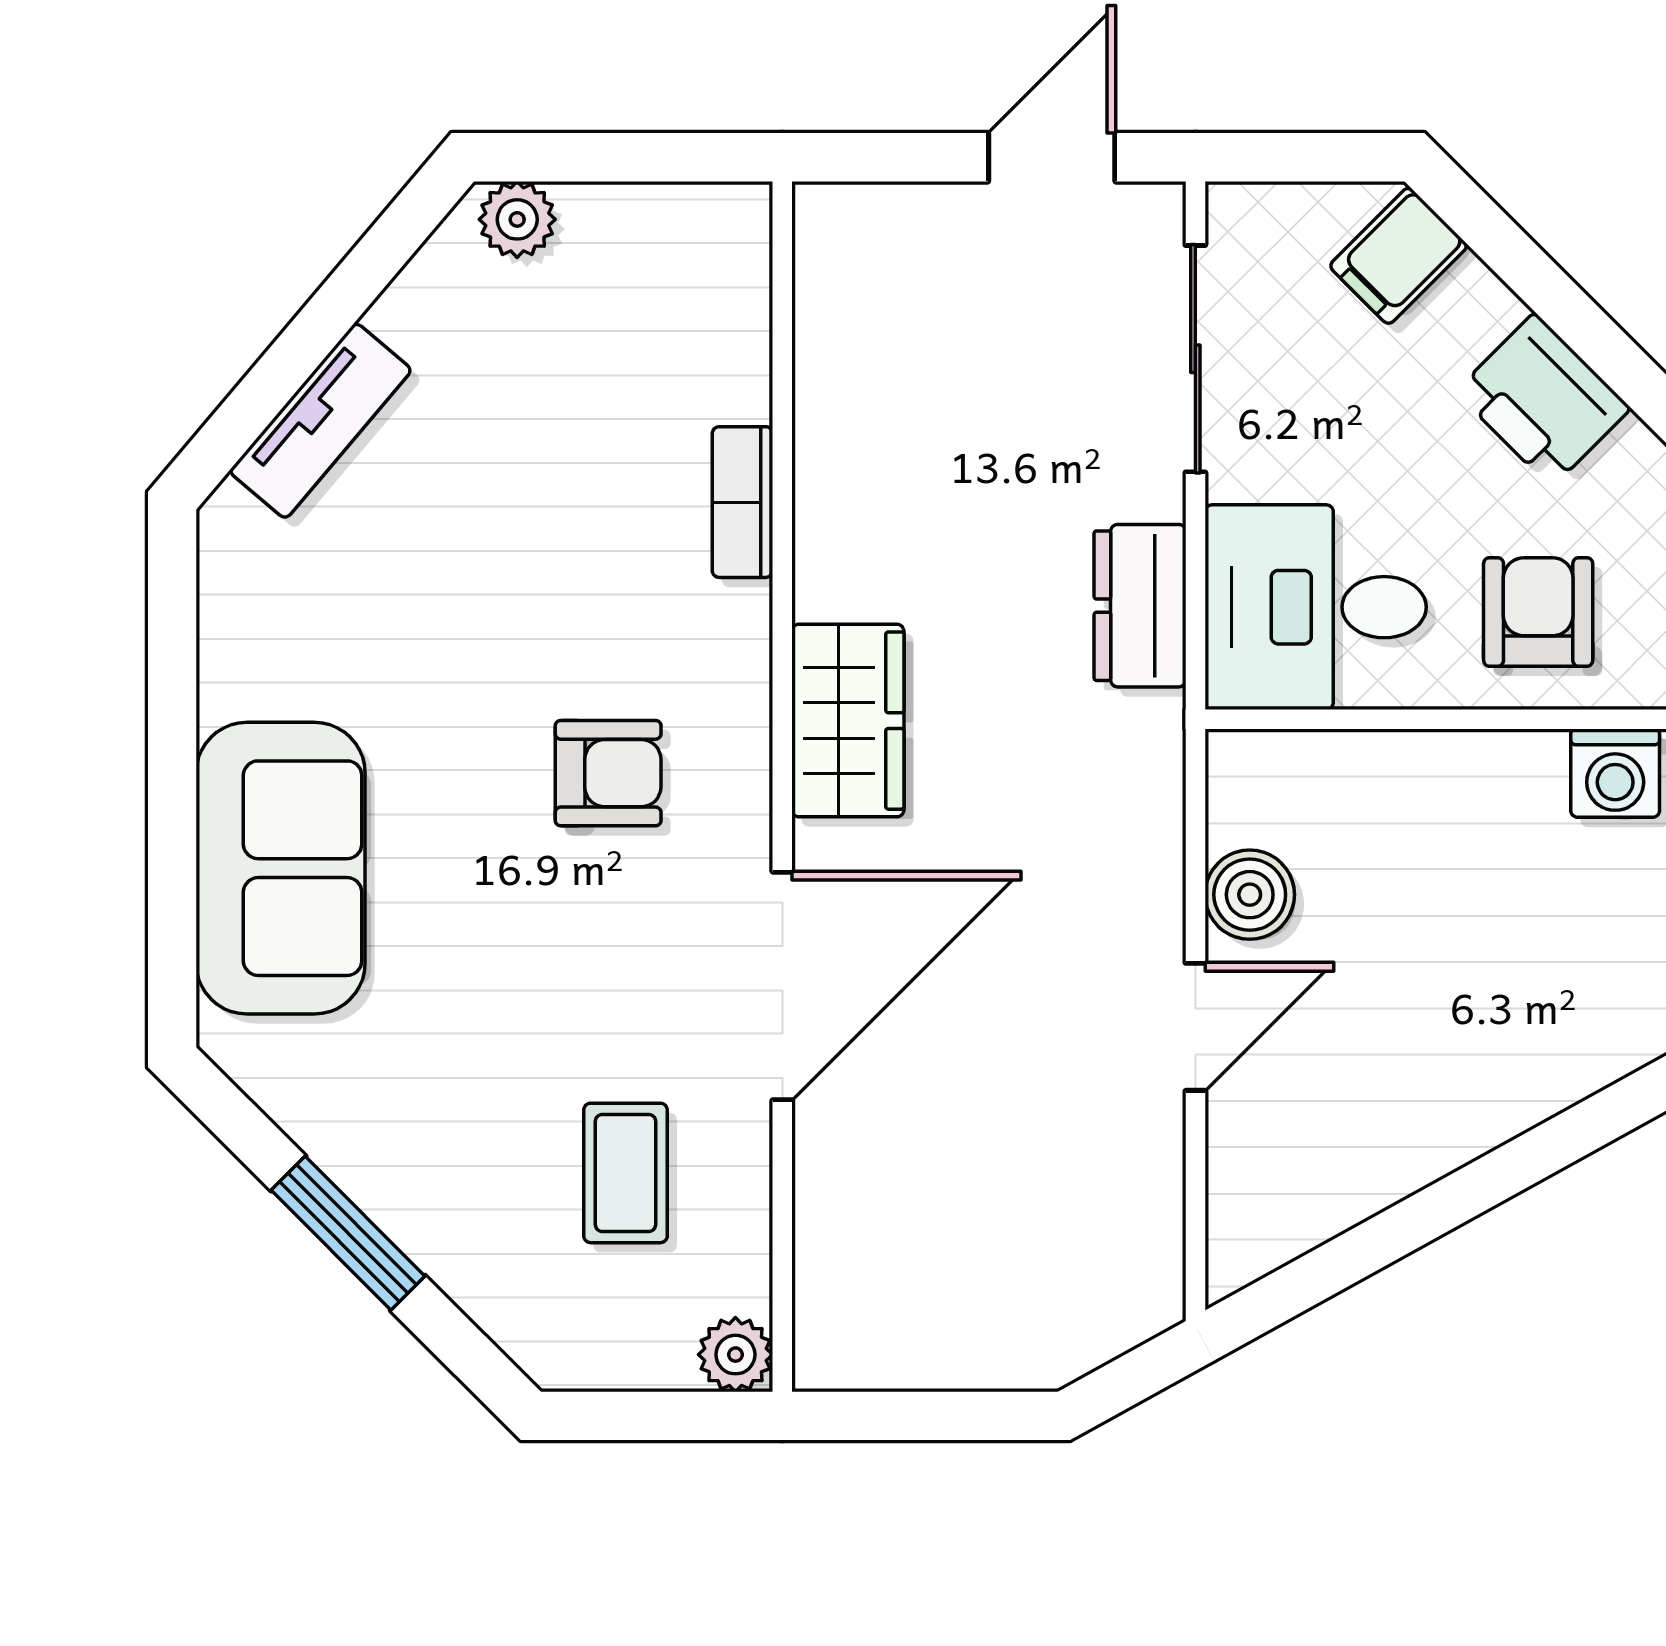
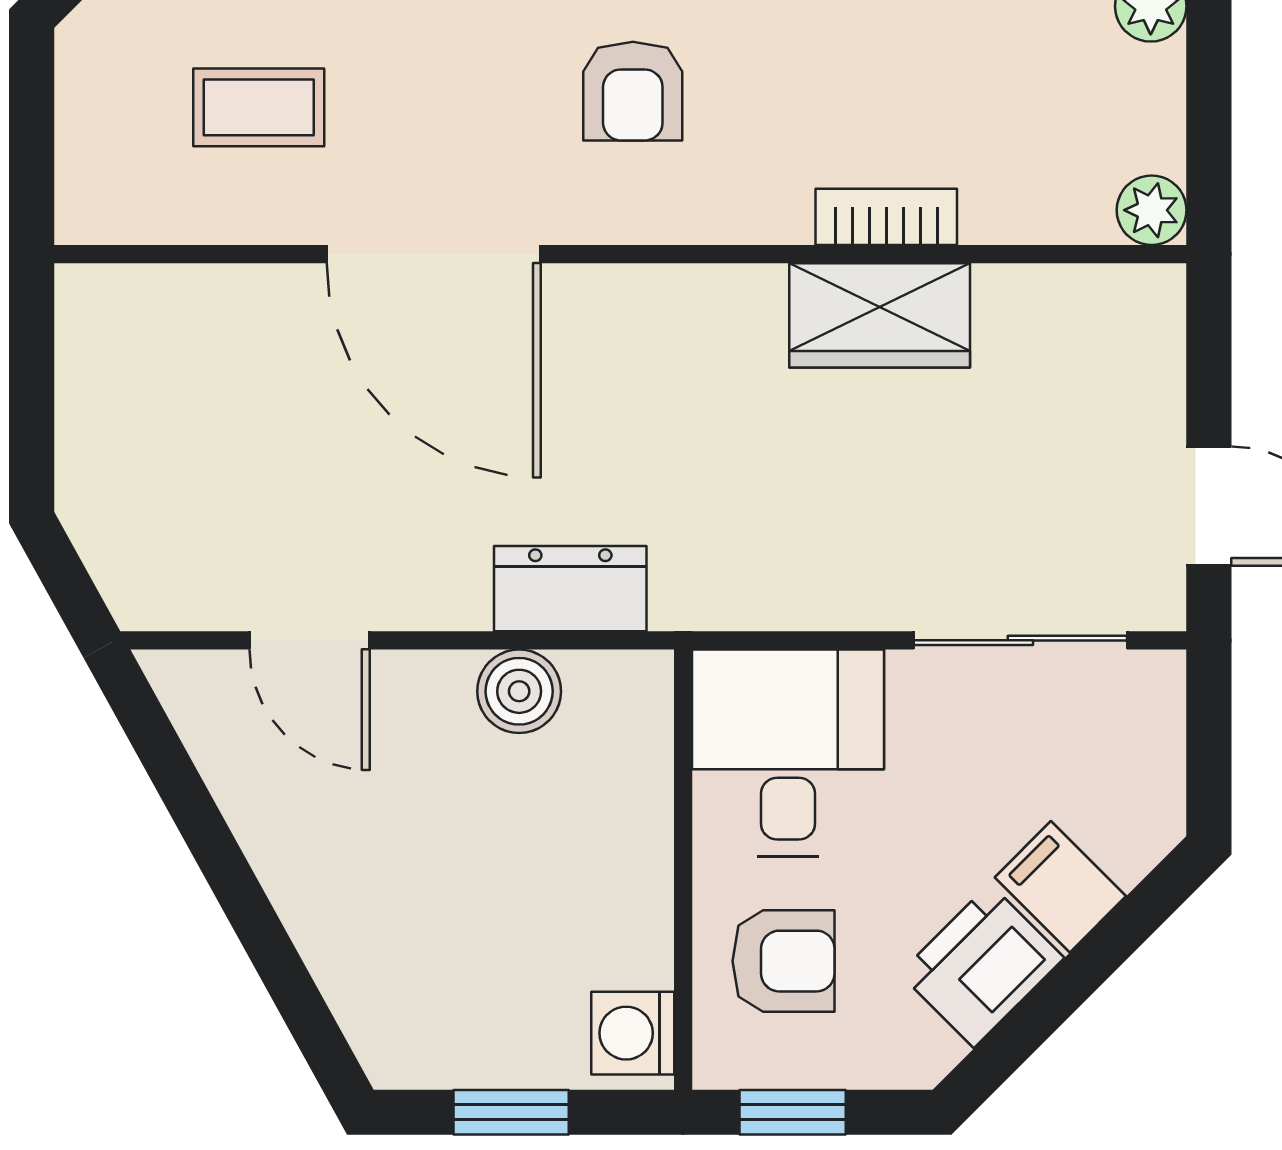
filing cabinet: (1399, 256) -> (1060, 887), moved
dresser: (1140, 606) -> (570, 589), moved
wardrobe: (848, 721) -> (880, 315), moved
door: (1195, 1027) -> (310, 640), moved
plant: (735, 1355) -> (1152, 210), moved

